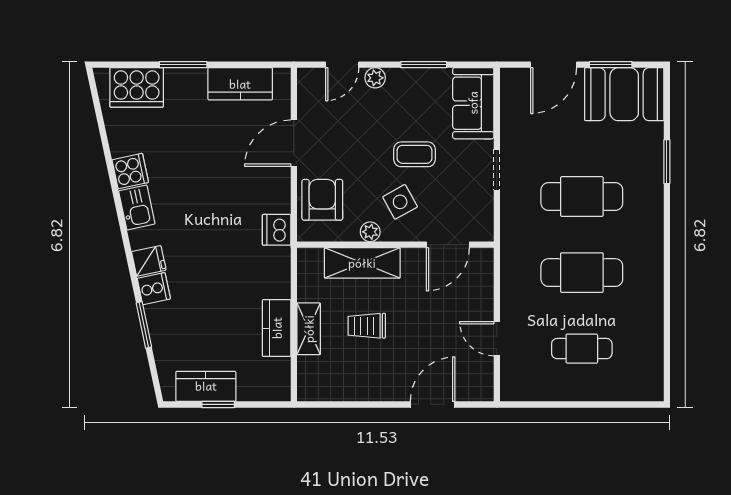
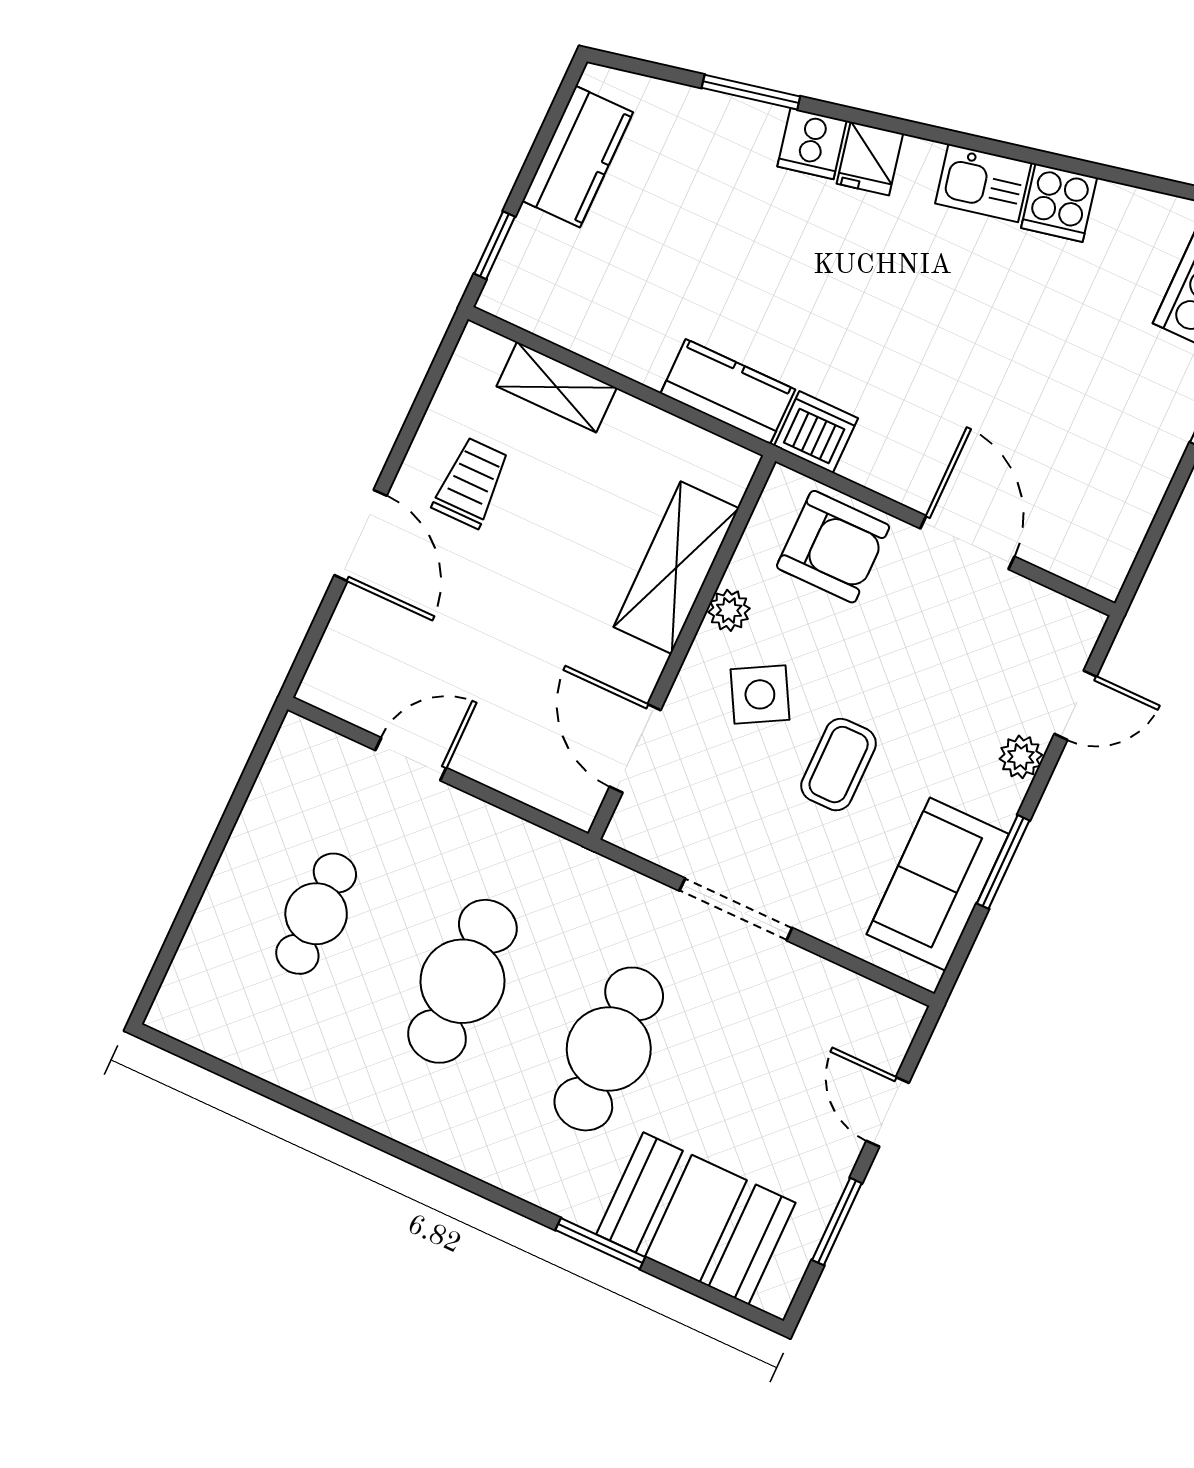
door: (342, 65) -> (1076, 705), swing flipped
door: (554, 65) -> (888, 1112), width x0.73
kitchen counter: (240, 84) -> (1129, 492), removed
booth: (624, 94) -> (696, 1218), moved, turned 90
sofa: (473, 103) -> (938, 884), moved, turned -90
doorway: (497, 170) -> (736, 909), width x1.38
trolley: (367, 326) -> (471, 483), moved
kitchen counter: (277, 328) -> (728, 391), moved
shelving: (309, 329) -> (557, 387), moved
window: (218, 404) -> (495, 245), moved
door: (433, 404) -> (360, 535), moved

